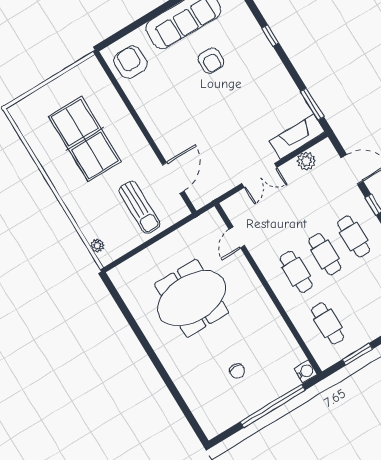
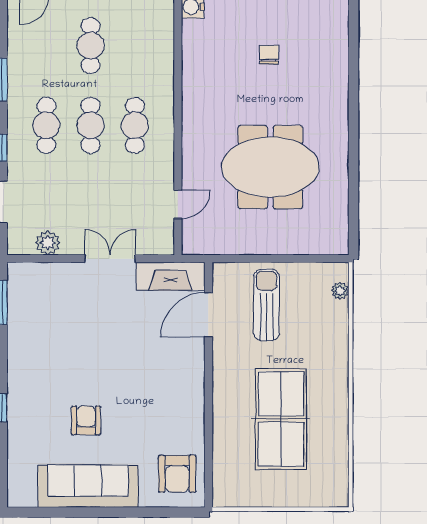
fireplace: (297, 137) -> (171, 276), moved
cafe table: (328, 324) -> (91, 46), moved

